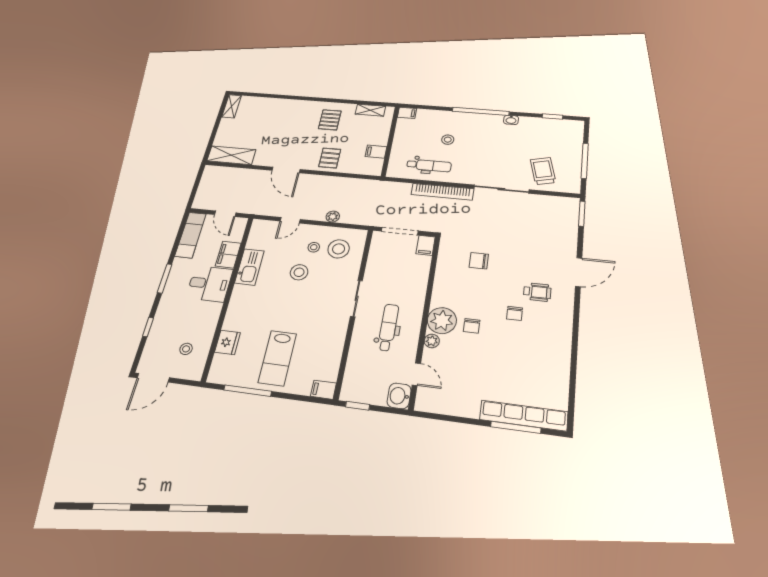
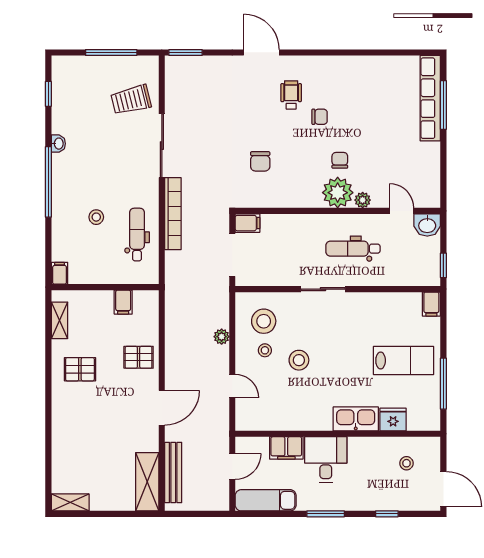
bench: (233, 173) -> (173, 472), added
kitchen sink: (249, 267) -> (356, 419), moved
chair: (472, 326) -> (340, 160), turned -90
door: (416, 374) -> (401, 211), hinge flipped

